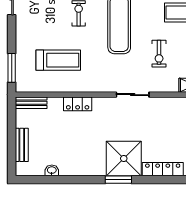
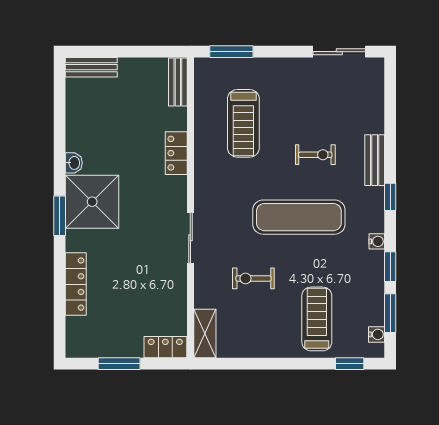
bench: (22, 145) -> (91, 67), moved
shower: (124, 158) -> (92, 202), moved
washbasin: (52, 170) -> (74, 163), moved

